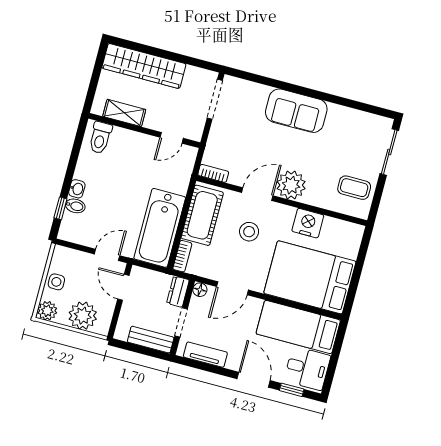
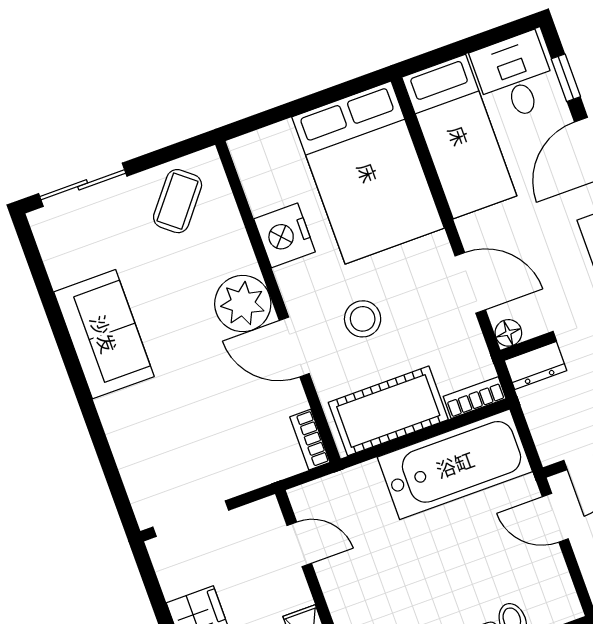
sofa: (296, 111) -> (104, 334), moved
coffee table: (354, 188) -> (178, 201), turned 39

